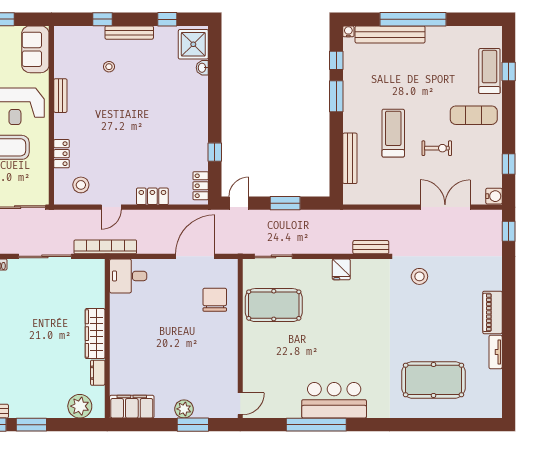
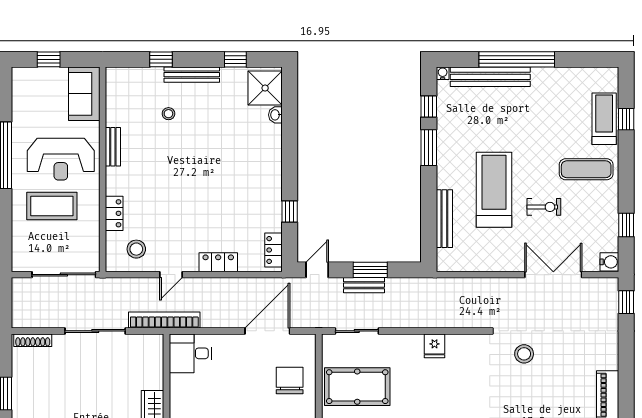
treadmill: (393, 133) -> (494, 190), width x1.37, depth x1.38
bench: (371, 247) -> (364, 285), moved

